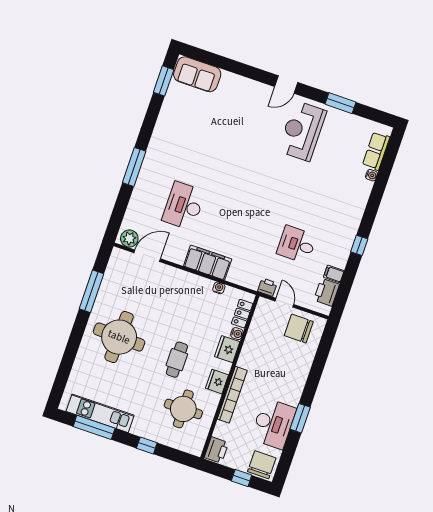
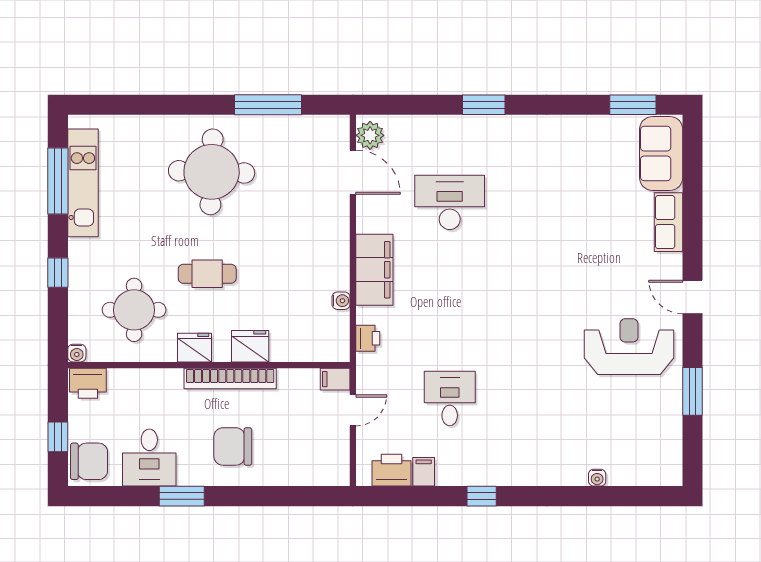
row of seats: (376, 151) -> (668, 222), moved, turned -90
window: (134, 167) -> (484, 105), width x0.69
printer: (267, 287) -> (368, 338), moved
filing cabinet: (263, 307) -> (335, 379), added
locker: (242, 314) -> (313, 351), removed
chair: (299, 329) -> (233, 446), moved, turned -90
water cooler: (237, 334) -> (77, 353), moved
bookcase: (232, 395) -> (230, 378), moved
desk: (273, 424) -> (149, 458), width x0.73

